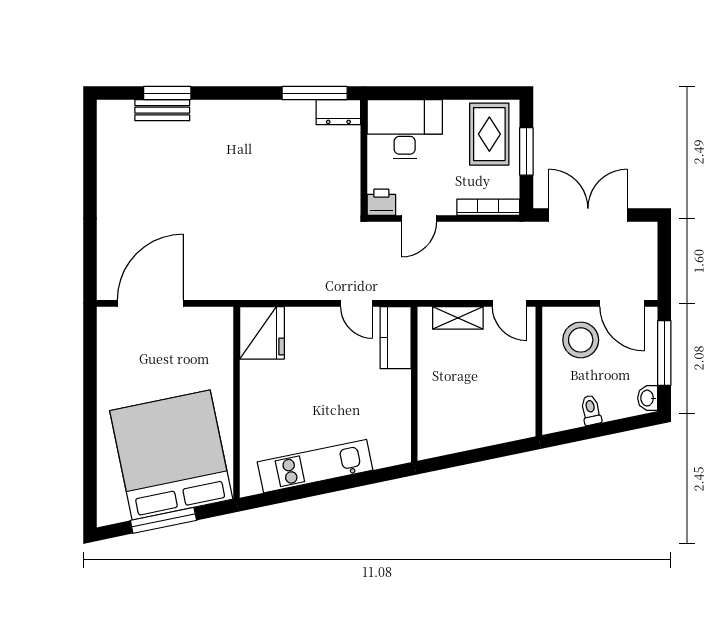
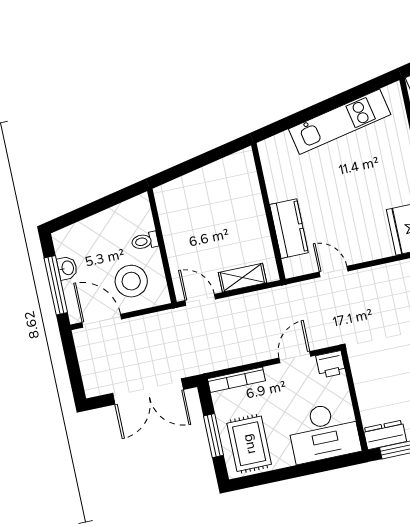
kitchen counter: (396, 338) -> (289, 229), moved
washbasin: (648, 398) -> (67, 268), moved
toilet: (591, 410) -> (145, 241), moved, turned 102

